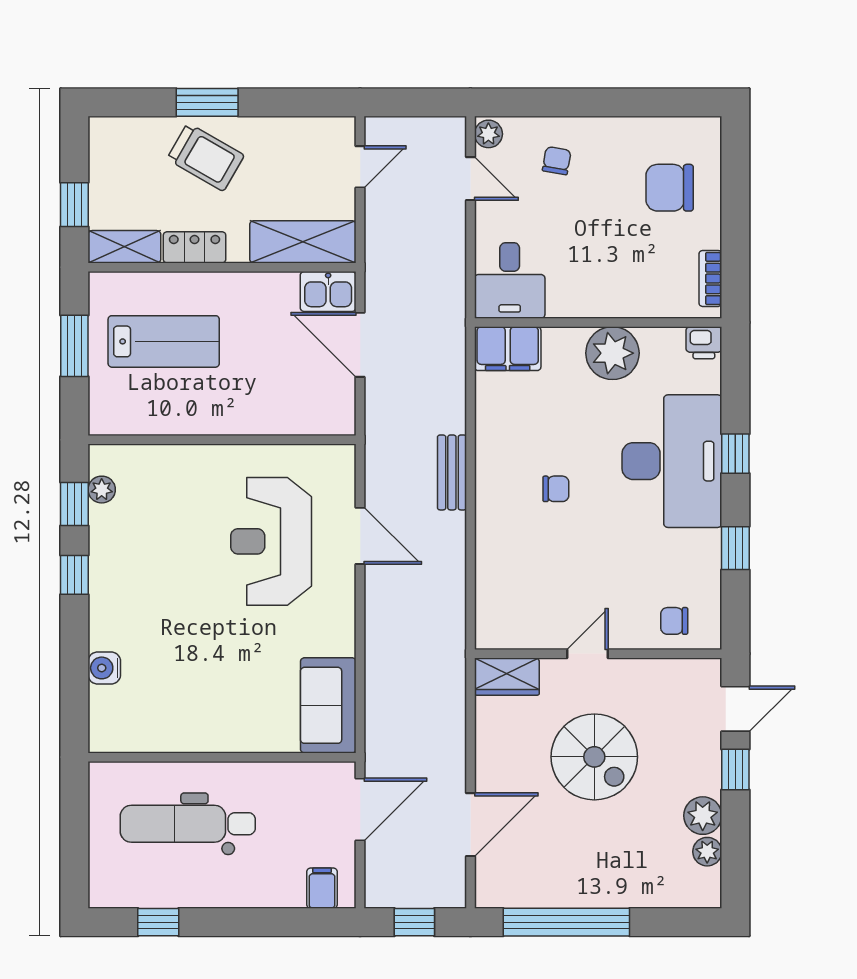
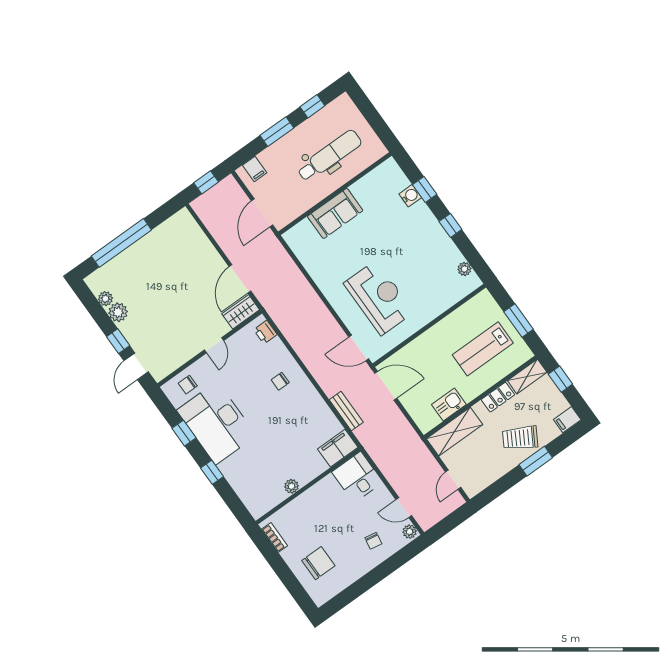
filing cabinet: (110, 132) -> (567, 420), added
kitchen sink: (328, 291) -> (449, 405), moved
printer: (704, 343) -> (265, 332), moved, turned -90
door: (360, 345) -> (386, 386), moved
plant: (612, 353) -> (291, 486), width x0.53, depth x0.53
desk: (672, 461) -> (217, 423), moved
bench: (452, 472) -> (346, 411), moved
chair: (556, 489) -> (280, 381), moved
window: (74, 504) -> (425, 189), moved
door: (360, 536) -> (359, 348), moved
chair: (674, 621) -> (188, 385), turned 180
sofa: (328, 705) -> (335, 213), moved, turned 90
spiral stairs: (594, 757) -> (180, 304), removed
door: (470, 825) -> (240, 279), moved
window: (244, 922) -> (277, 132), added
window: (566, 922) -> (121, 243), moved

